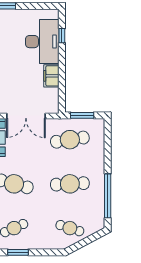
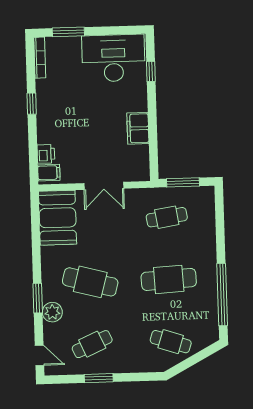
desk: (42, 42) -> (113, 58), moved, turned -90
double door: (26, 116) -> (104, 186), width x0.73
cafe table: (70, 140) -> (167, 217), width x0.73, depth x0.74

